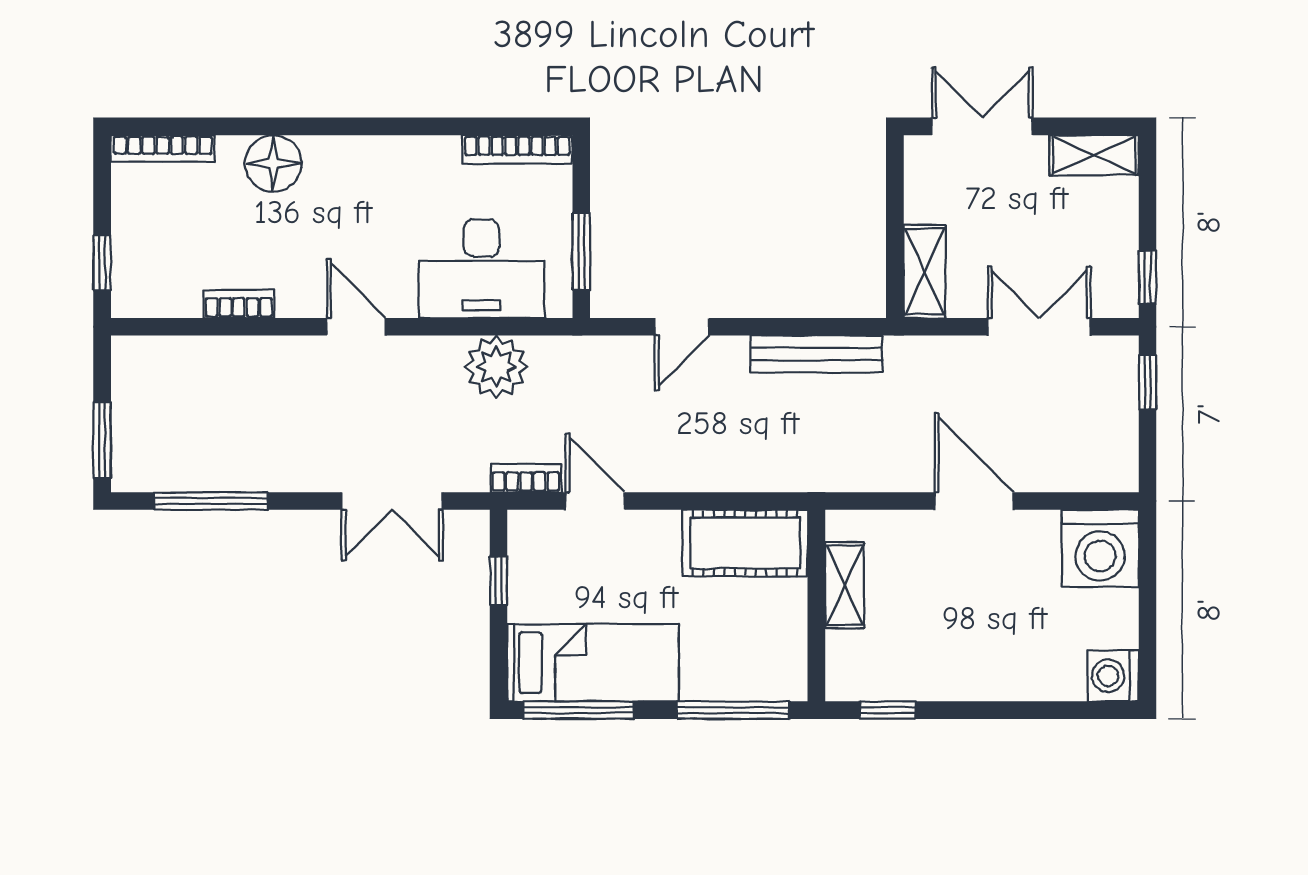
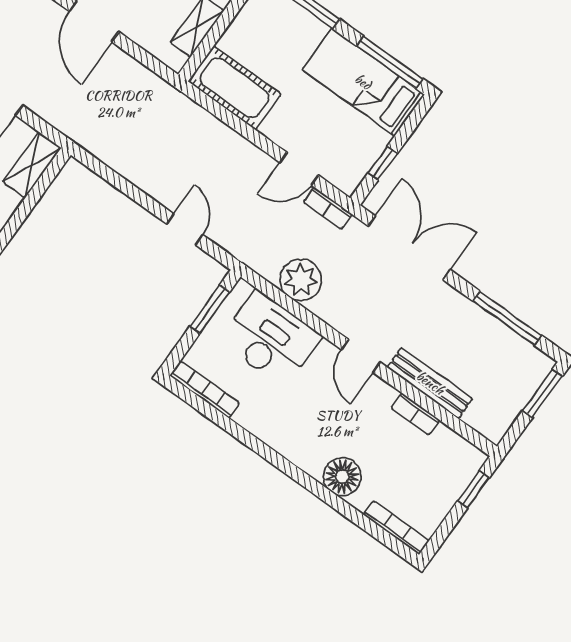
door: (682, 327) -> (185, 229), hinge flipped
bench: (816, 354) -> (430, 383), moved
double door: (392, 501) -> (409, 248), width x1.37
door: (595, 501) -> (299, 169), hinge flipped

